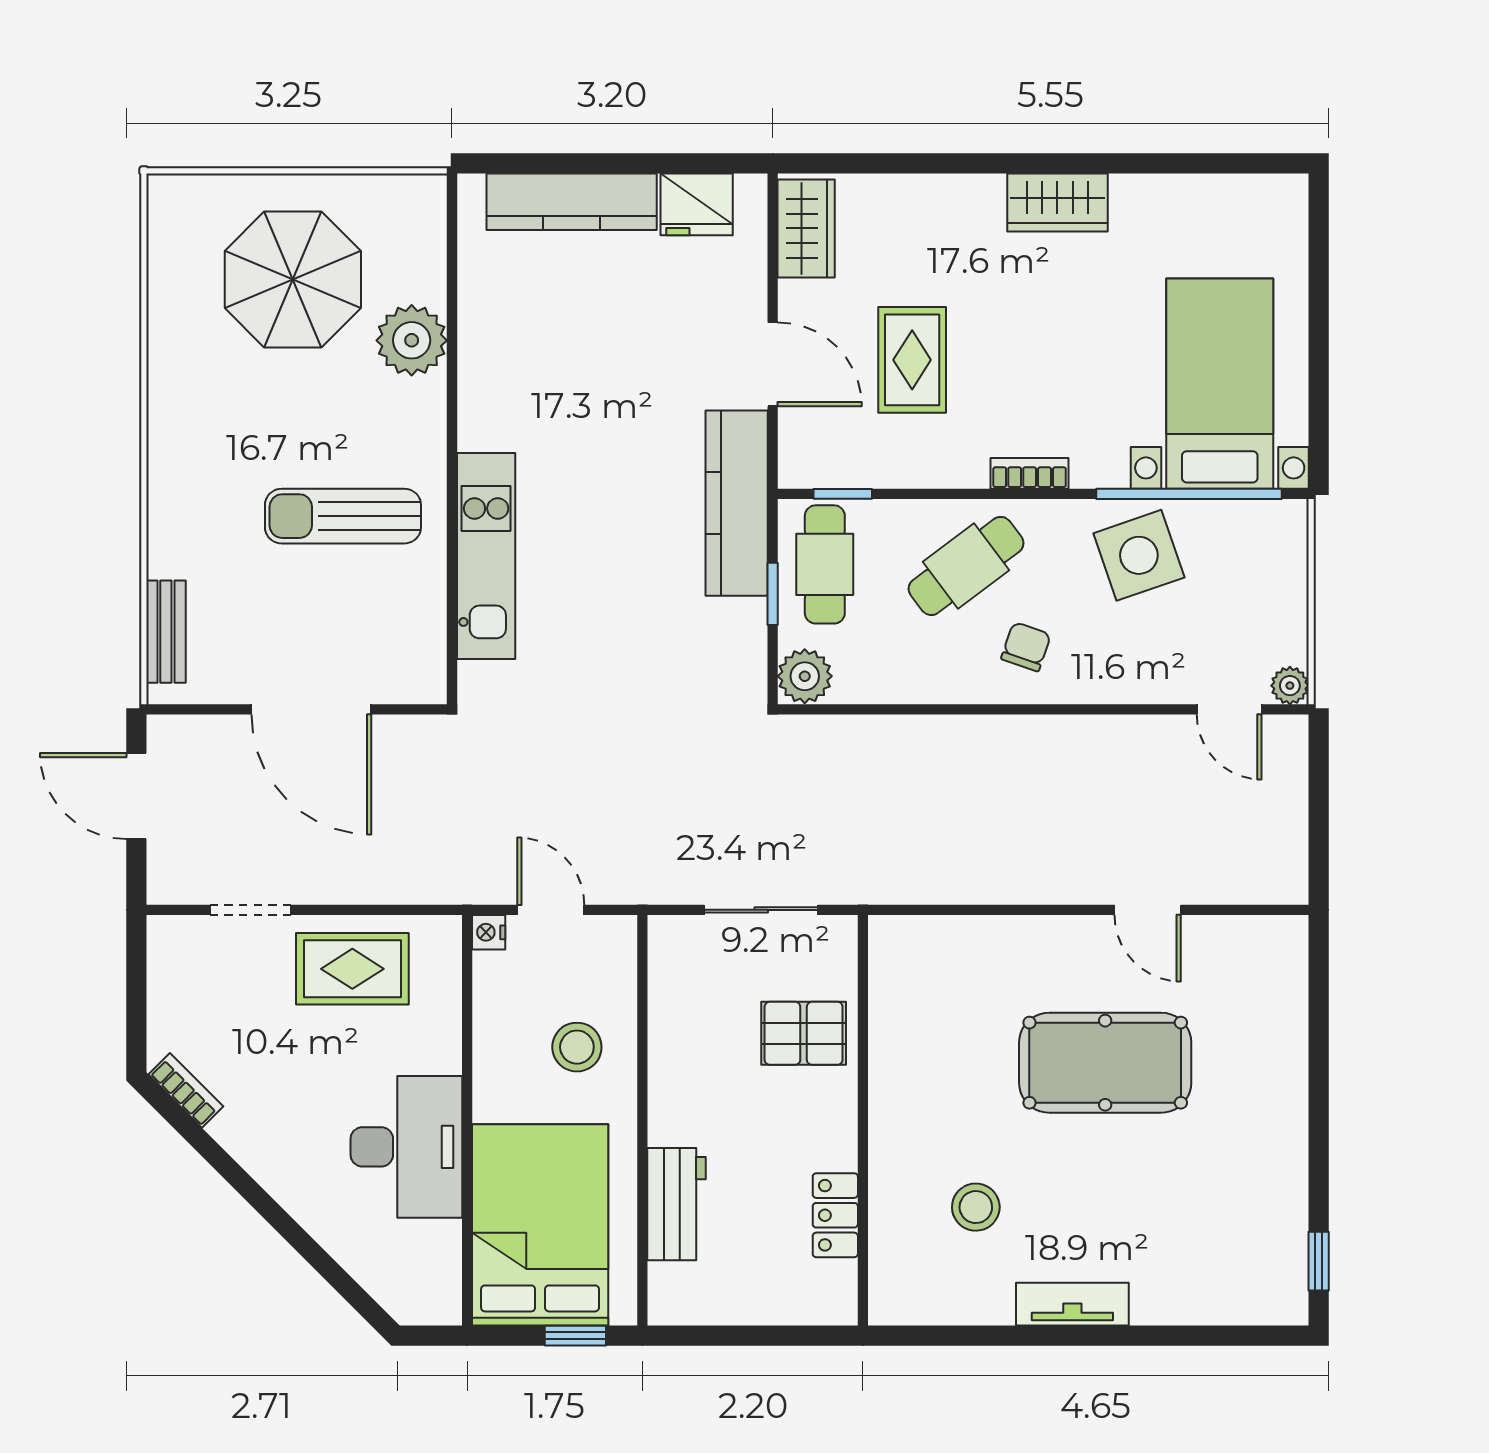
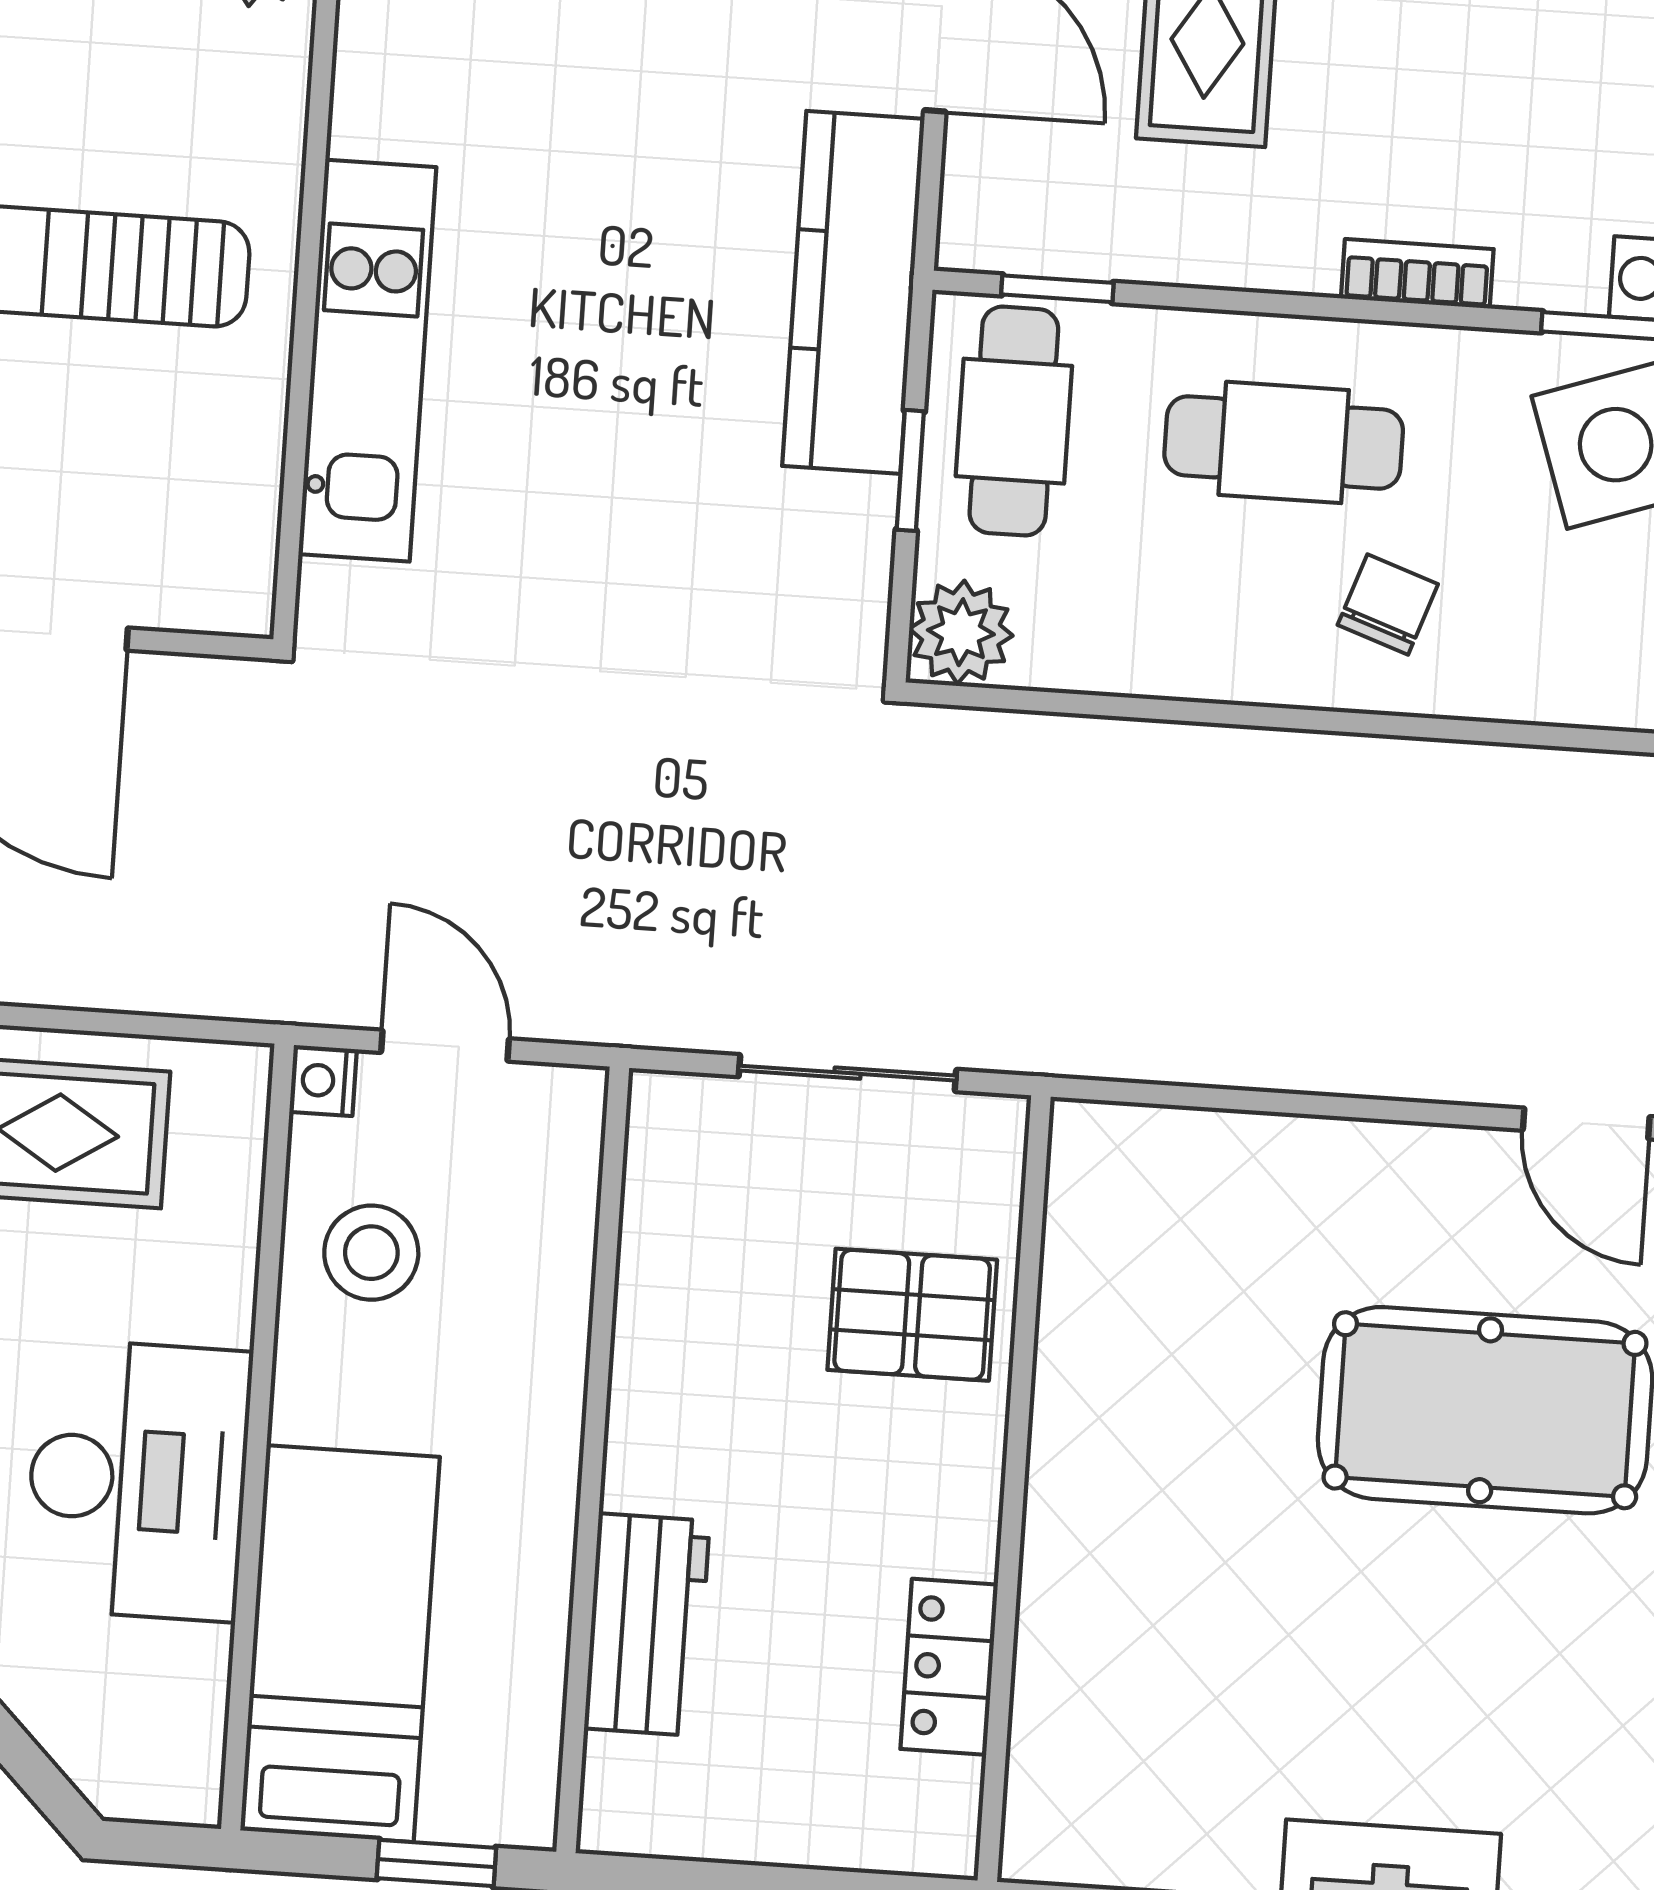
cafe table: (966, 566) -> (1284, 442), turned 37
stool: (577, 1047) -> (371, 1253), moved
stool: (976, 1207) -> (1219, 1669), removed
bed: (540, 1225) -> (340, 1644), width x0.67

